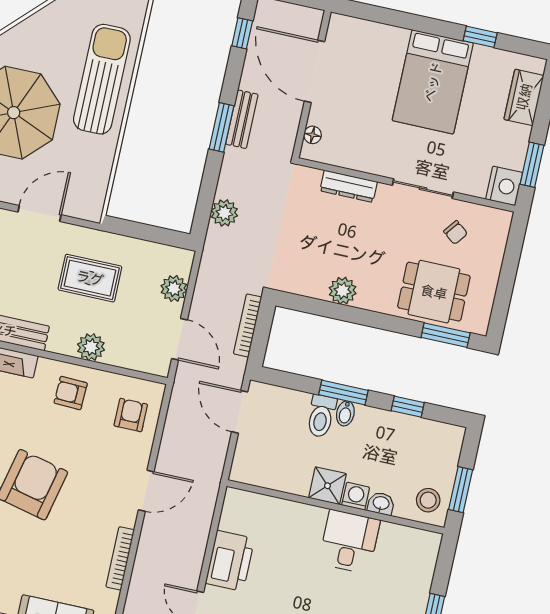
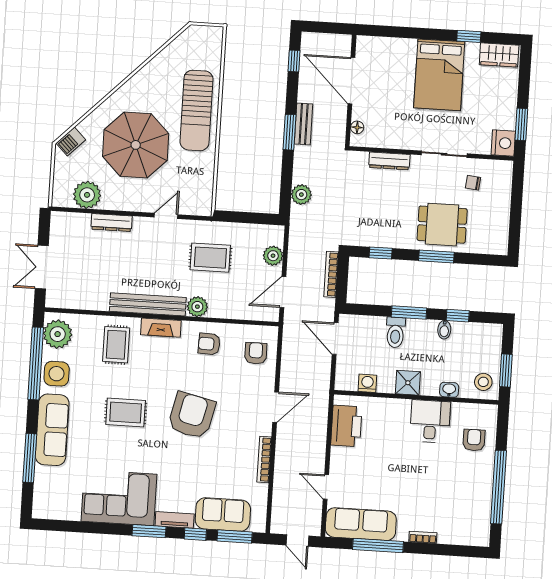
sun lounger: (102, 79) -> (196, 110), turned 180
wardrobe: (524, 97) -> (499, 55), moved, turned -90
door: (39, 213) -> (166, 216), width x0.73
chair: (456, 233) -> (473, 183), turned 148
plant: (343, 291) -> (397, 238), removed
dining table: (434, 292) -> (442, 225), moved
window: (318, 307) -> (381, 253), added
window: (446, 335) -> (436, 256), moved
door: (179, 339) -> (283, 292), swing flipped
plant: (91, 347) -> (197, 307), moved
bidet: (345, 413) -> (444, 330), moved
washing machine: (356, 496) -> (367, 383), moved
printer: (230, 561) -> (346, 426), moved
armchair: (404, 576) -> (474, 440), added

